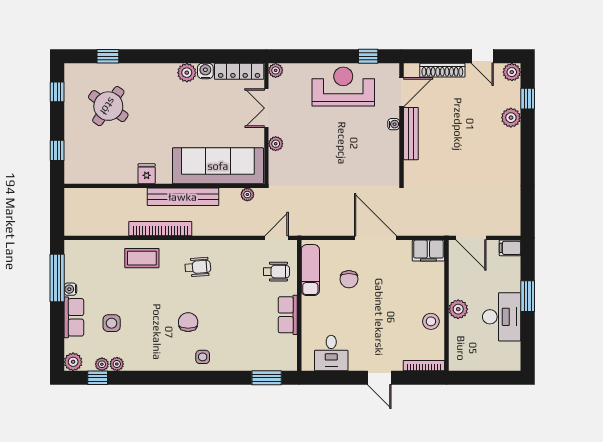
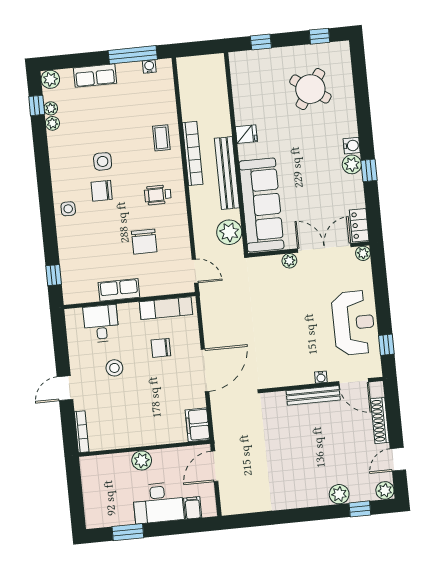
window: (108, 56) -> (369, 170), moved
water cooler: (205, 71) -> (352, 146), moved
locker: (239, 71) -> (359, 225), width x0.66
double door: (266, 108) -> (324, 248), width x1.37
plant: (247, 195) -> (229, 232), width x1.88, depth x1.88
filing cabinet: (510, 248) -> (193, 508), moved
coffee table: (142, 258) -> (161, 138), width x0.73, depth x0.77
wheelchair: (198, 267) -> (158, 195), turned 94
wheelchair: (276, 272) -> (161, 274), removed
chair: (242, 285) -> (144, 242), added
water cooler: (70, 289) -> (149, 67), moved
window: (528, 296) -> (128, 532), moved
desk: (502, 317) -> (158, 503), moved
stool: (431, 321) -> (114, 368), moved
chair: (188, 322) -> (102, 191), turned 180
side table: (112, 323) -> (103, 161), moved
desk: (331, 353) -> (101, 324), moved, turned 90
window: (267, 378) -> (54, 275), width x0.67

